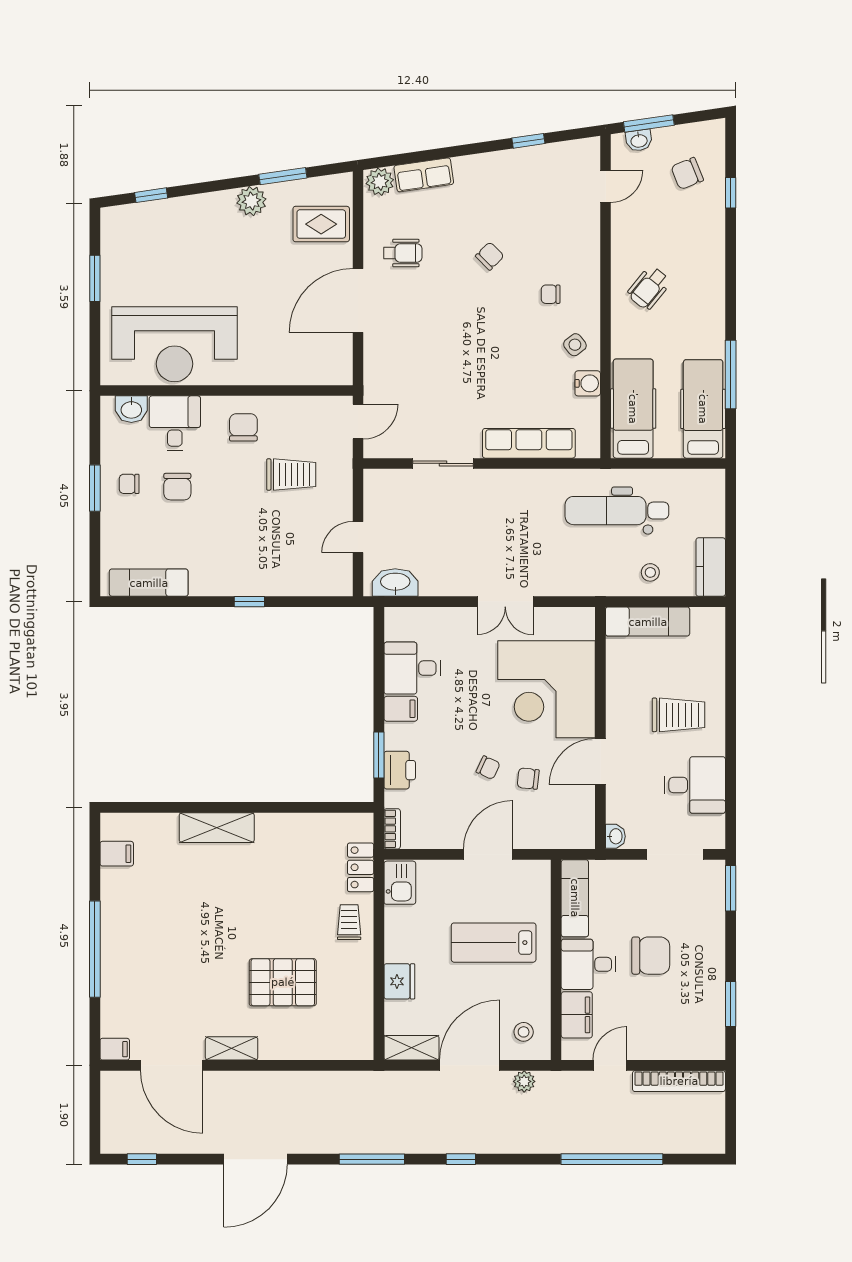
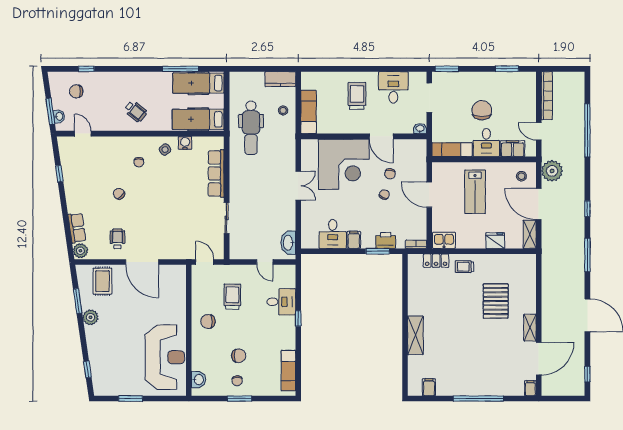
chair: (687, 173) -> (76, 91), turned 112
desk: (175, 423) -> (281, 302), moved, turned 180
plant: (524, 1081) -> (552, 171), width x1.88, depth x1.88

